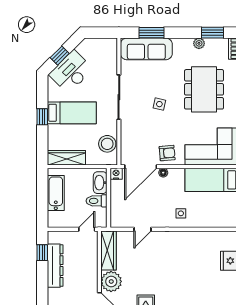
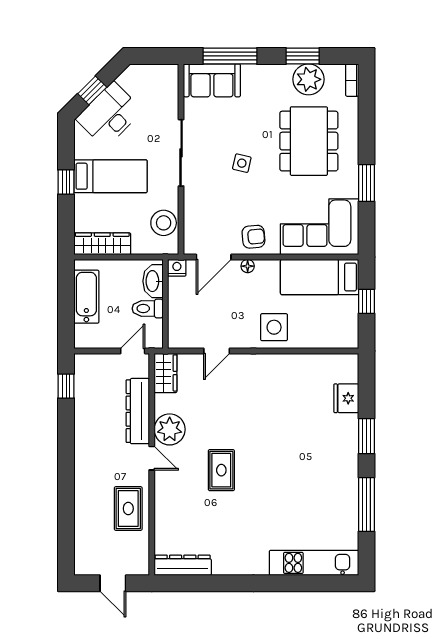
window: (151, 33) -> (230, 56), width x1.44
window: (213, 33) -> (303, 56), moved
plant: (199, 43) -> (309, 79), width x1.88, depth x1.88
sofa: (146, 49) -> (212, 80), width x0.73
door: (141, 167) -> (214, 257), width x0.73
side table: (181, 213) -> (274, 327), width x1.87, depth x1.87
wardrobe: (108, 250) -> (165, 373), width x0.67
dresser: (55, 266) -> (138, 411), moved, turned 180

